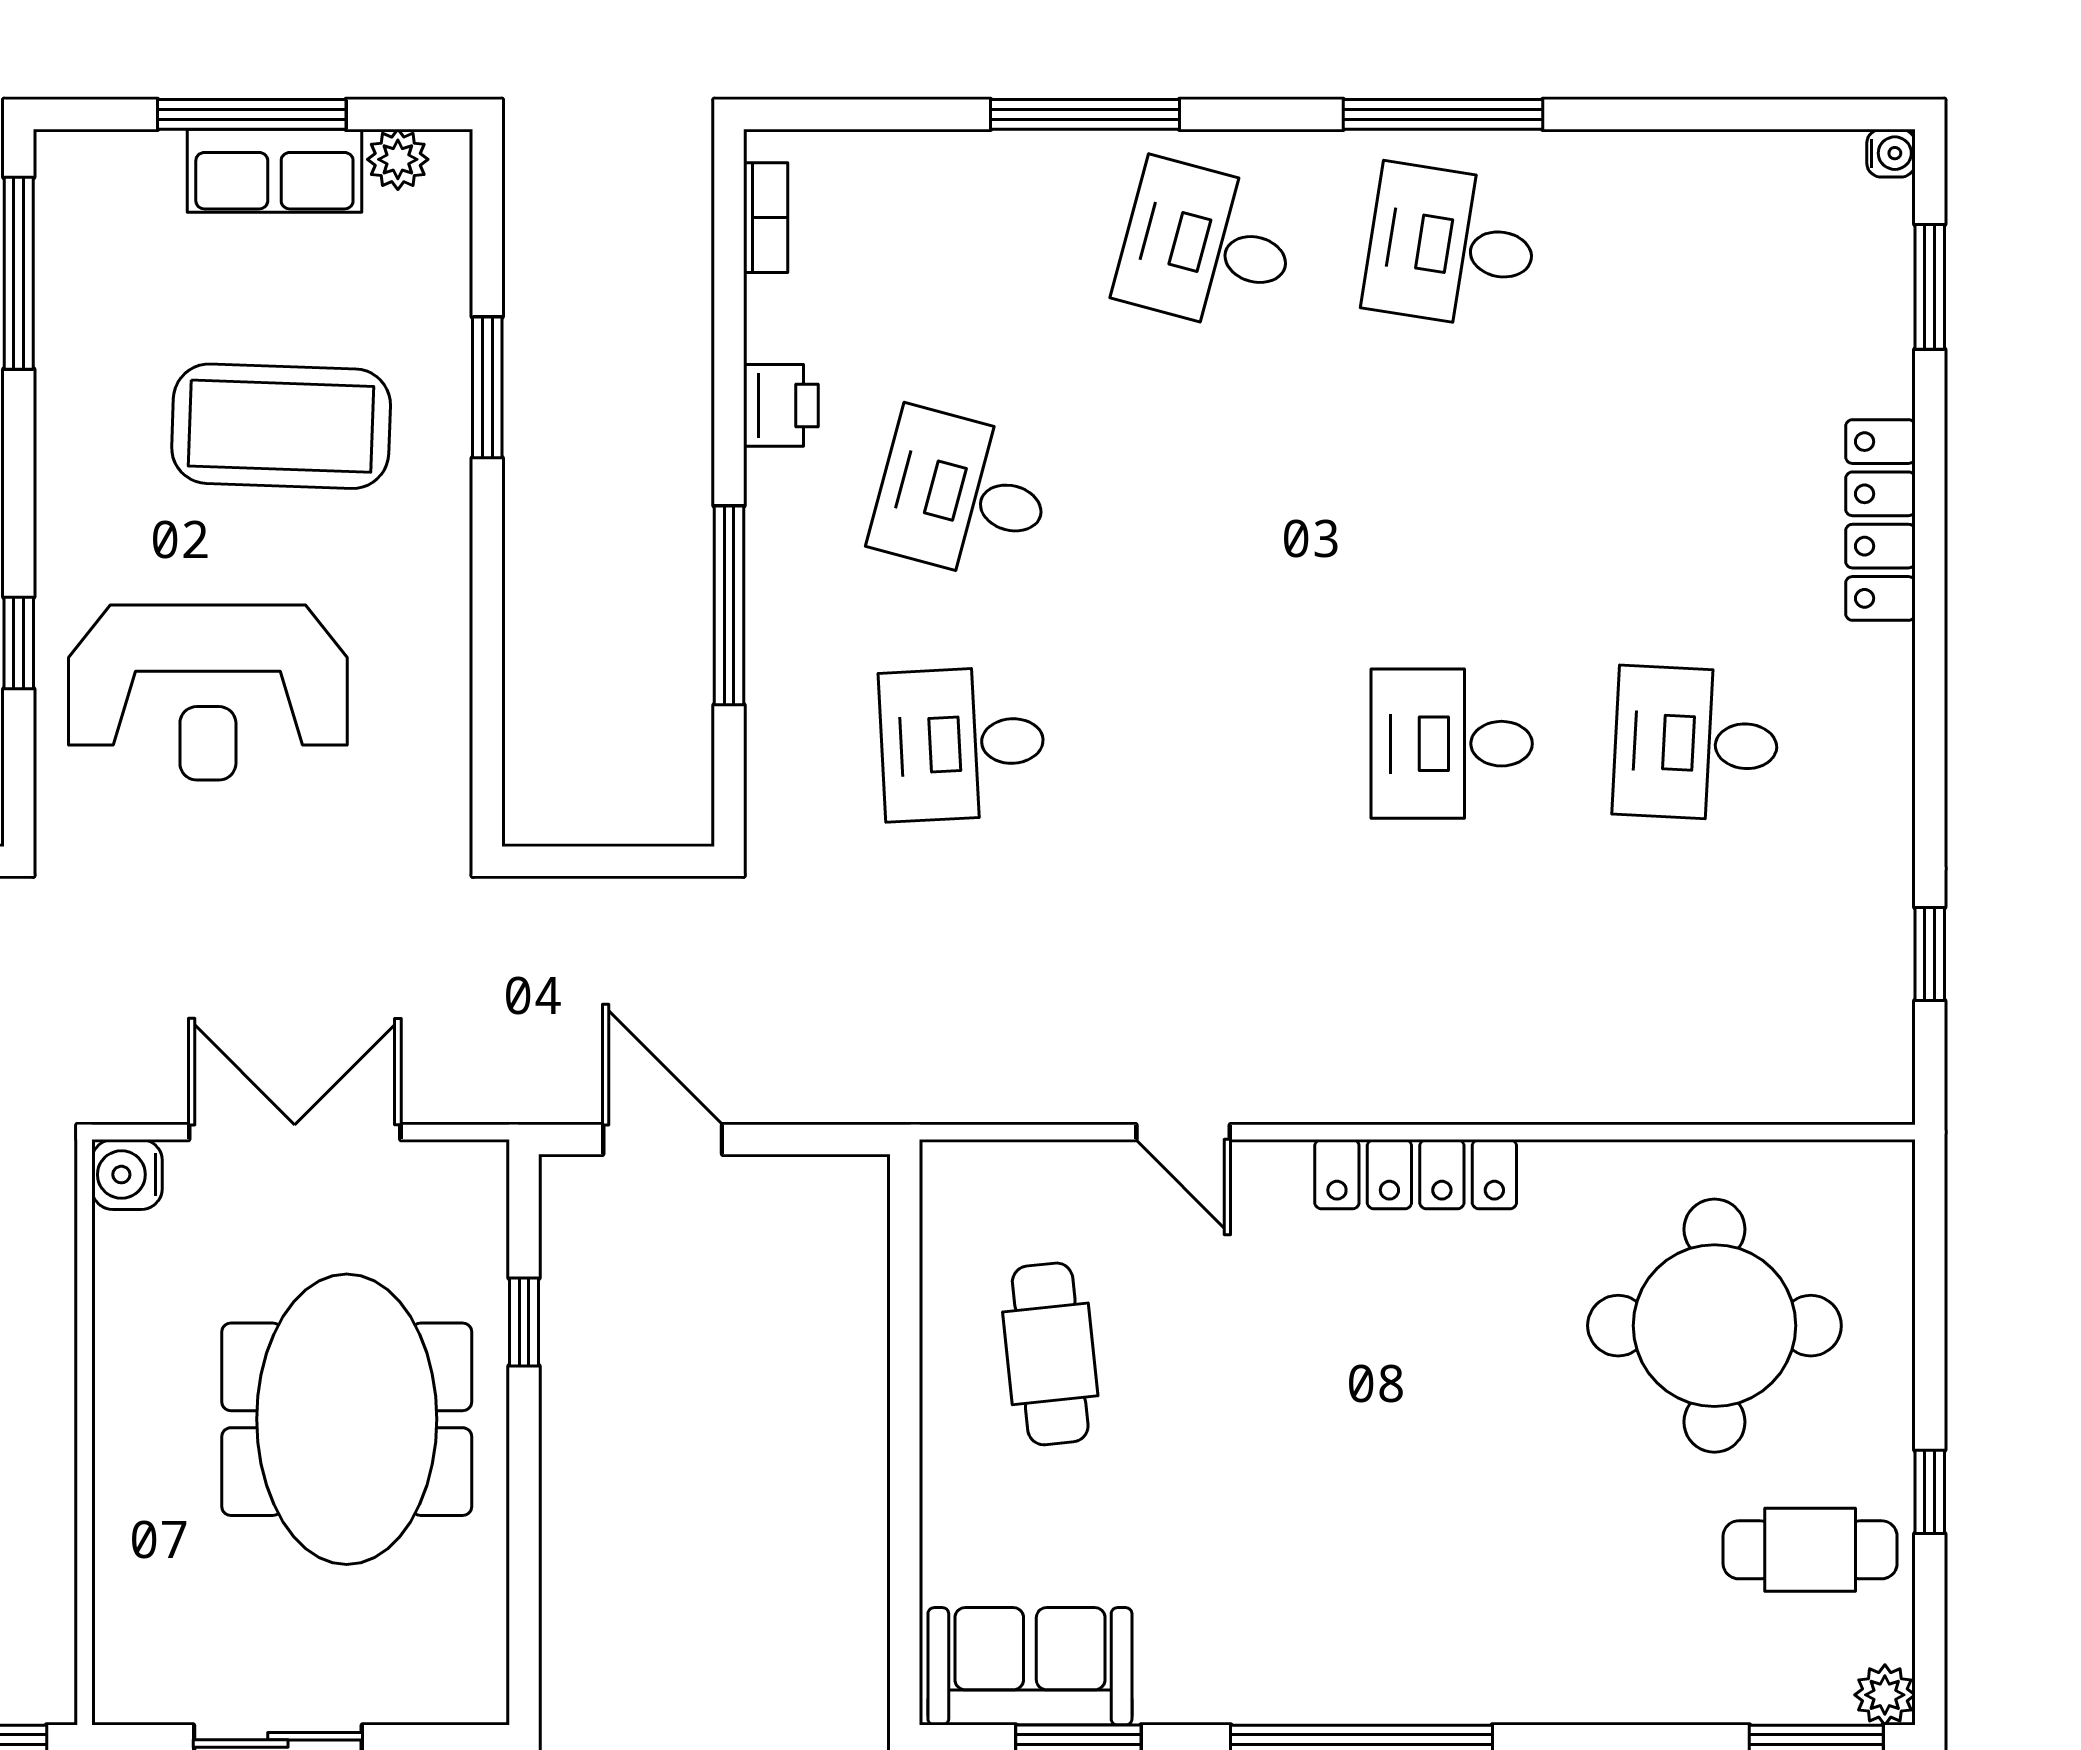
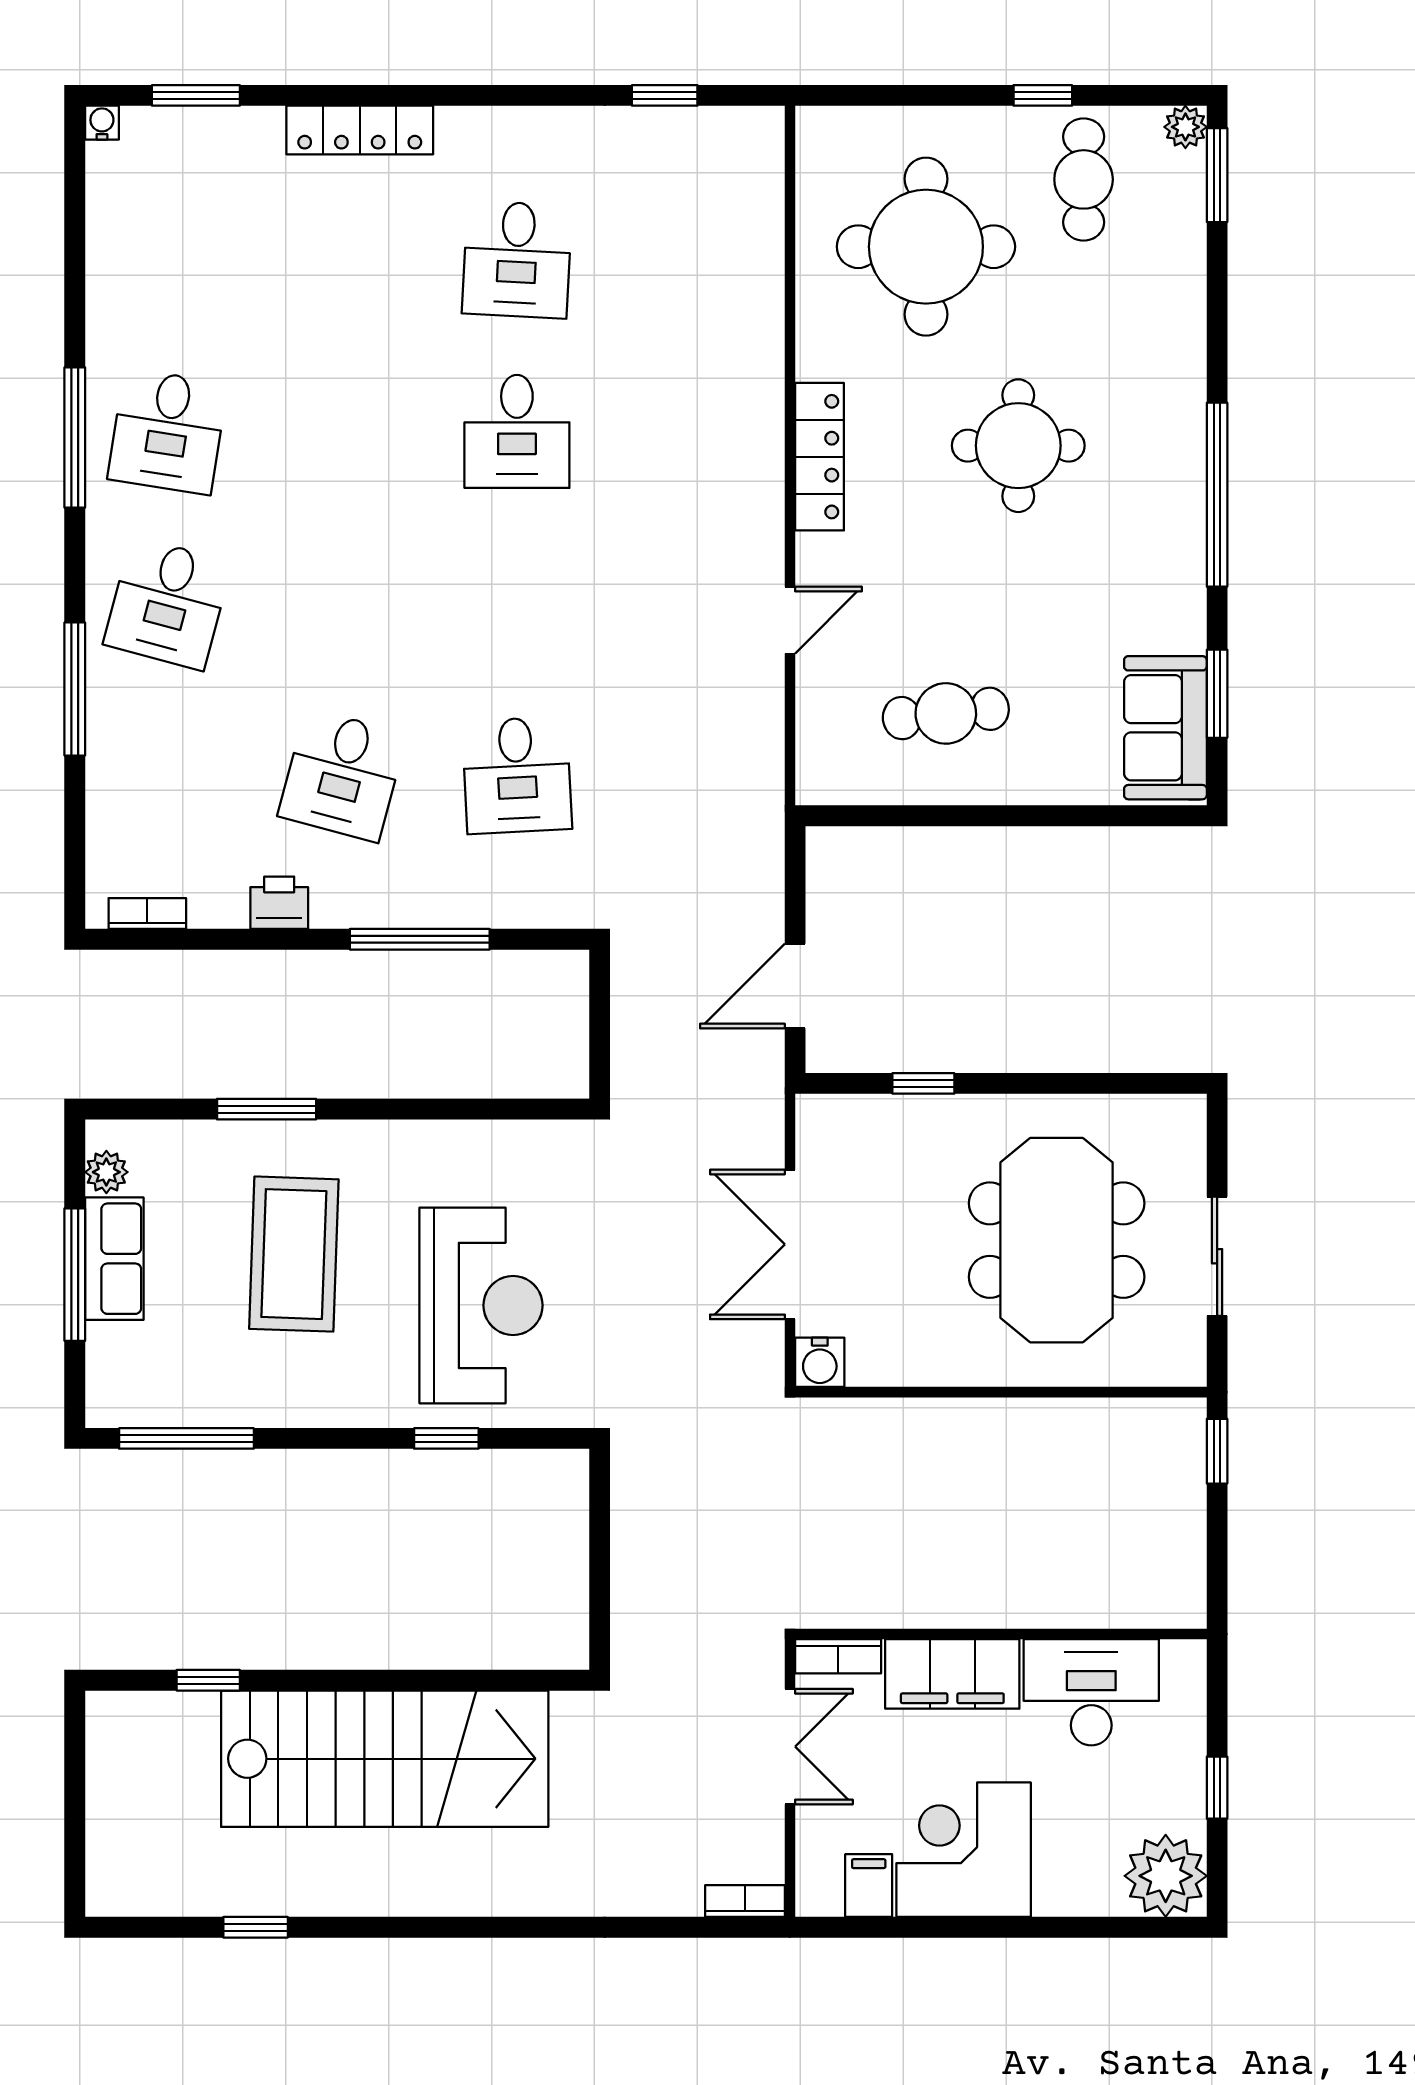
meeting table: (347, 1419) -> (1057, 1240), moved, turned 90
round table: (1431, 1457) -> (1018, 446), added

